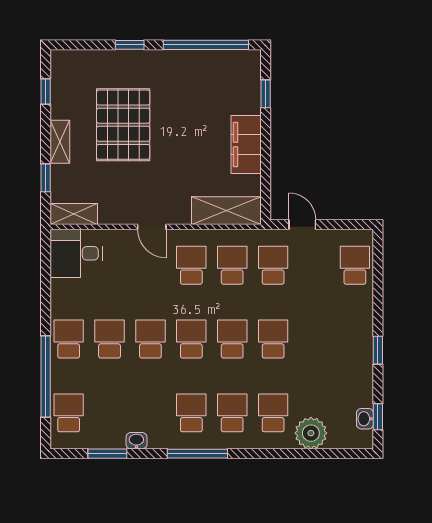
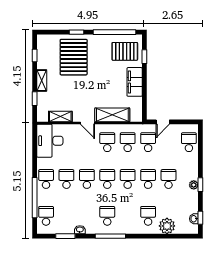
pallet: (226, 83) -> (125, 51), added
pallet: (123, 125) -> (74, 57), moved
shelving: (226, 211) -> (112, 115), moved
shelving: (74, 214) -> (60, 117), moved
door: (302, 225) -> (163, 122), swing flipped
desk: (76, 253) -> (50, 141), width x1.37
plant: (364, 351) -> (194, 185), added
school desk: (232, 413) -> (168, 179), moved

